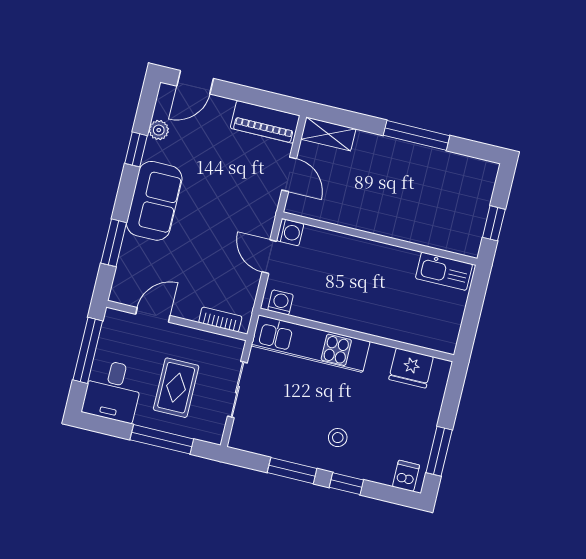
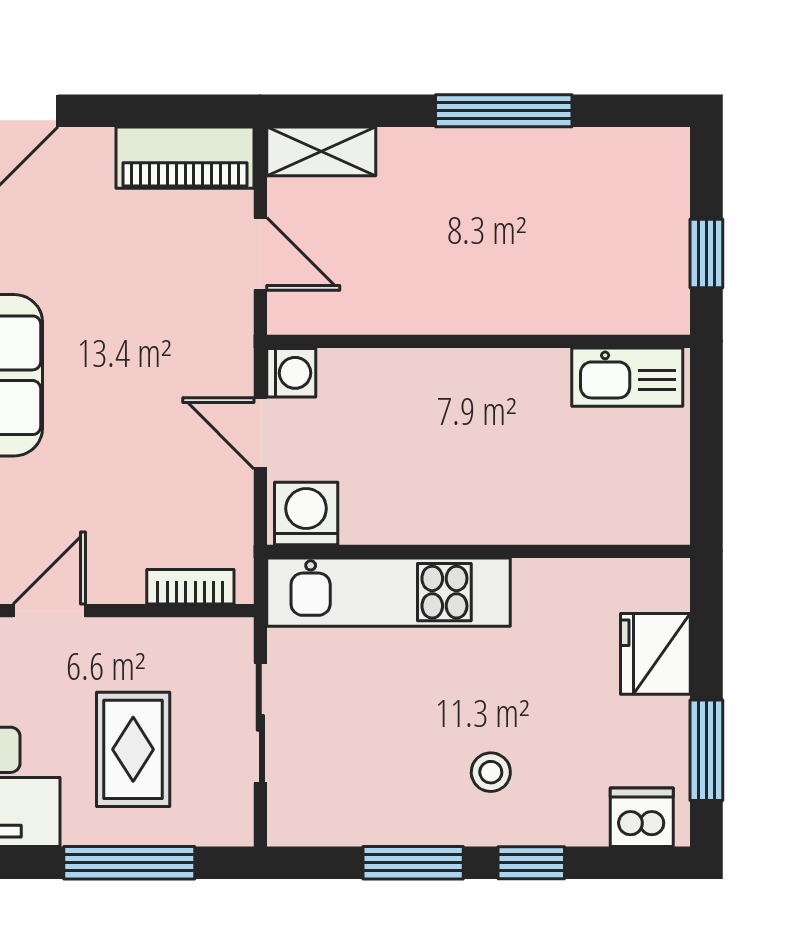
washing machine: (281, 302) -> (306, 514), width x1.38, depth x1.38
fridge: (411, 368) -> (655, 654), moved, turned 90
dishwasher: (406, 476) -> (642, 817), width x1.38

